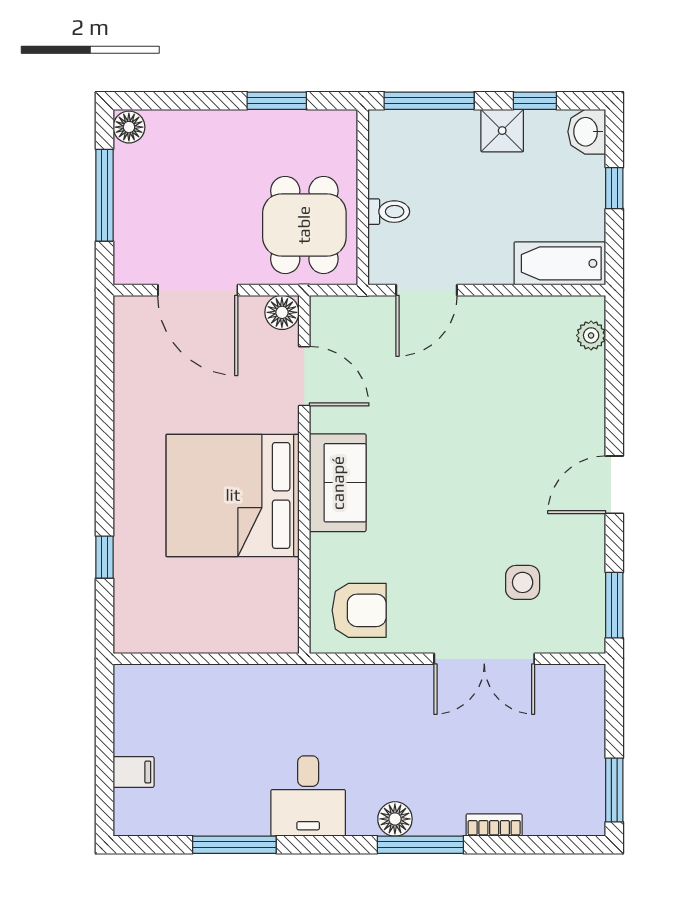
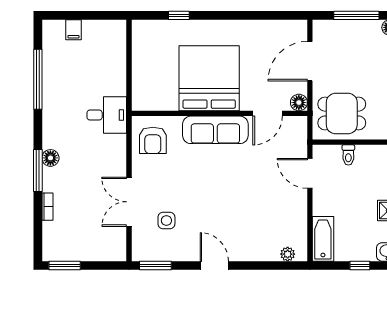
sofa: (338, 483) -> (215, 130), width x1.36
desk: (308, 796) -> (107, 115), moved, turned 180
window: (234, 845) -> (38, 79), width x1.46

